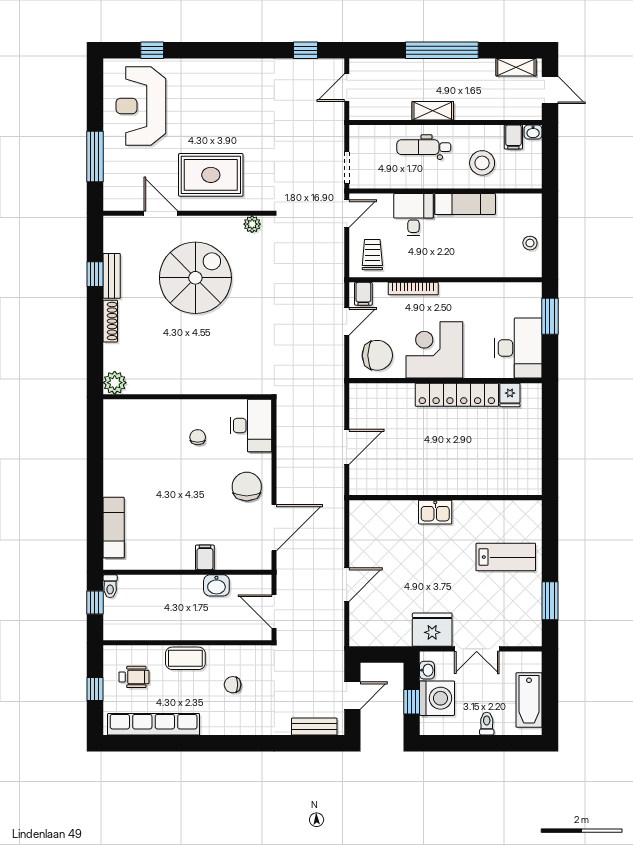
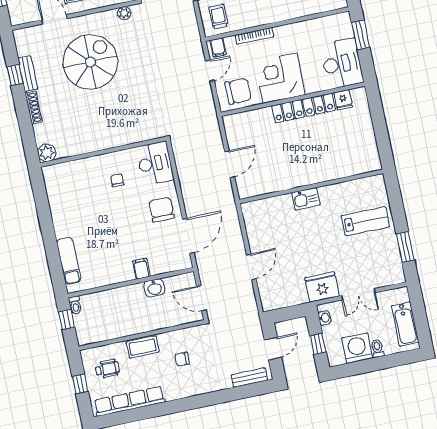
washing machine: (437, 698) -> (357, 348), moved, turned -90

